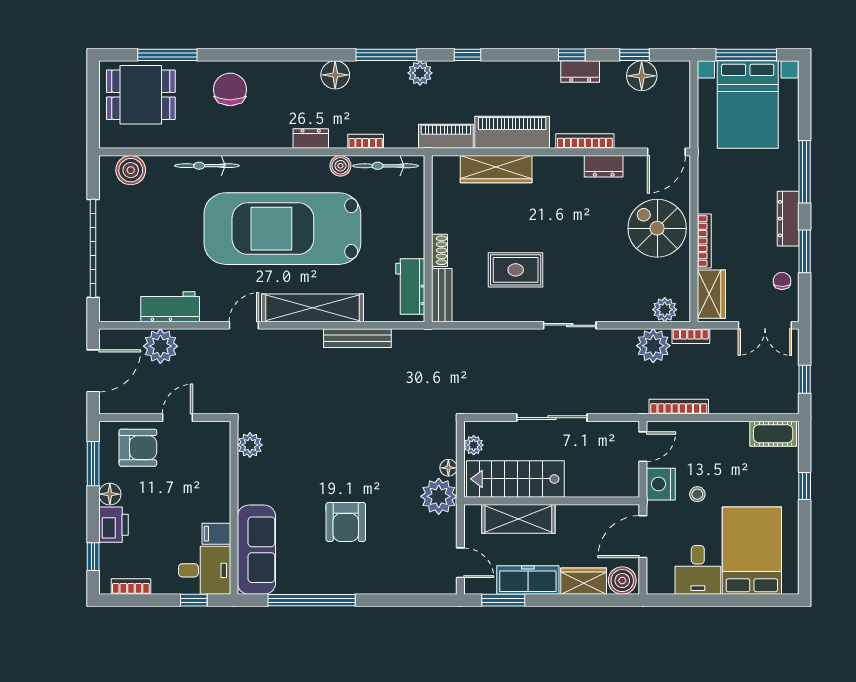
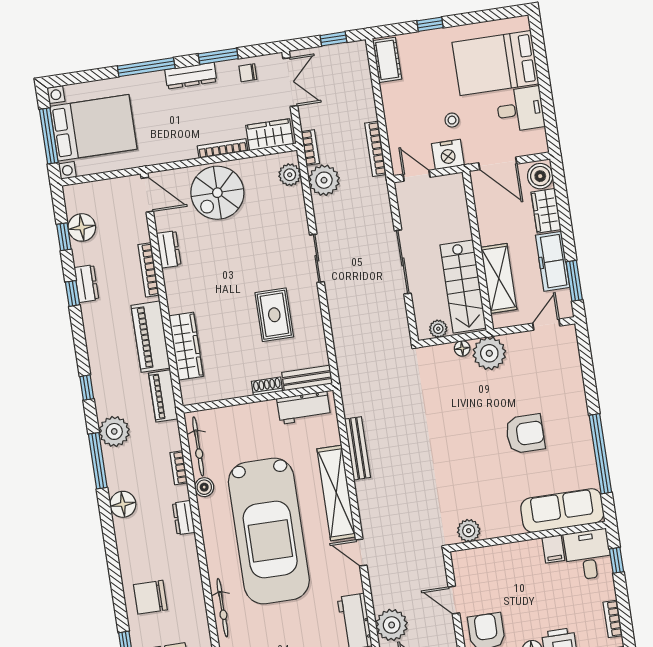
plant: (420, 73) -> (114, 431), width x1.36, depth x1.36

